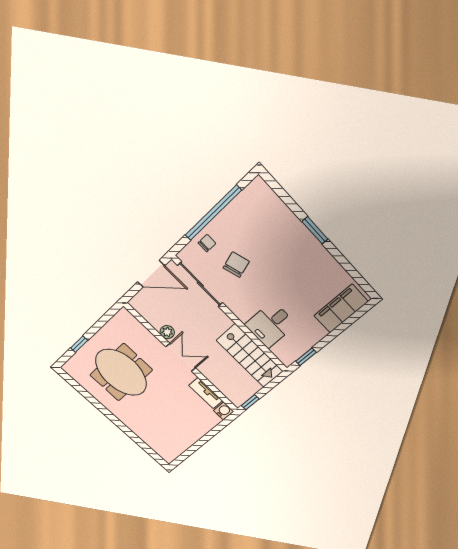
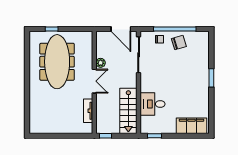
chair: (236, 265) -> (179, 43), moved
meeting table: (121, 372) -> (57, 62), width x1.36
water cooler: (224, 411) -> (88, 128), removed

